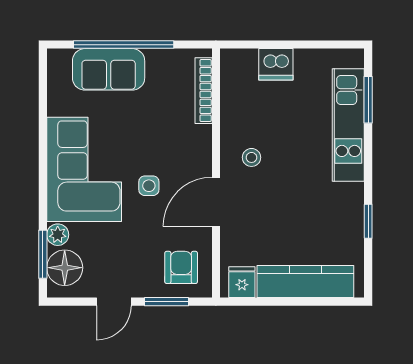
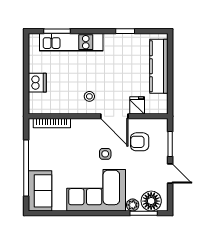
sofa: (109, 69) -> (40, 191), moved
armchair: (181, 267) -> (140, 142), moved
fridge: (242, 282) -> (137, 105), moved, turned 90

